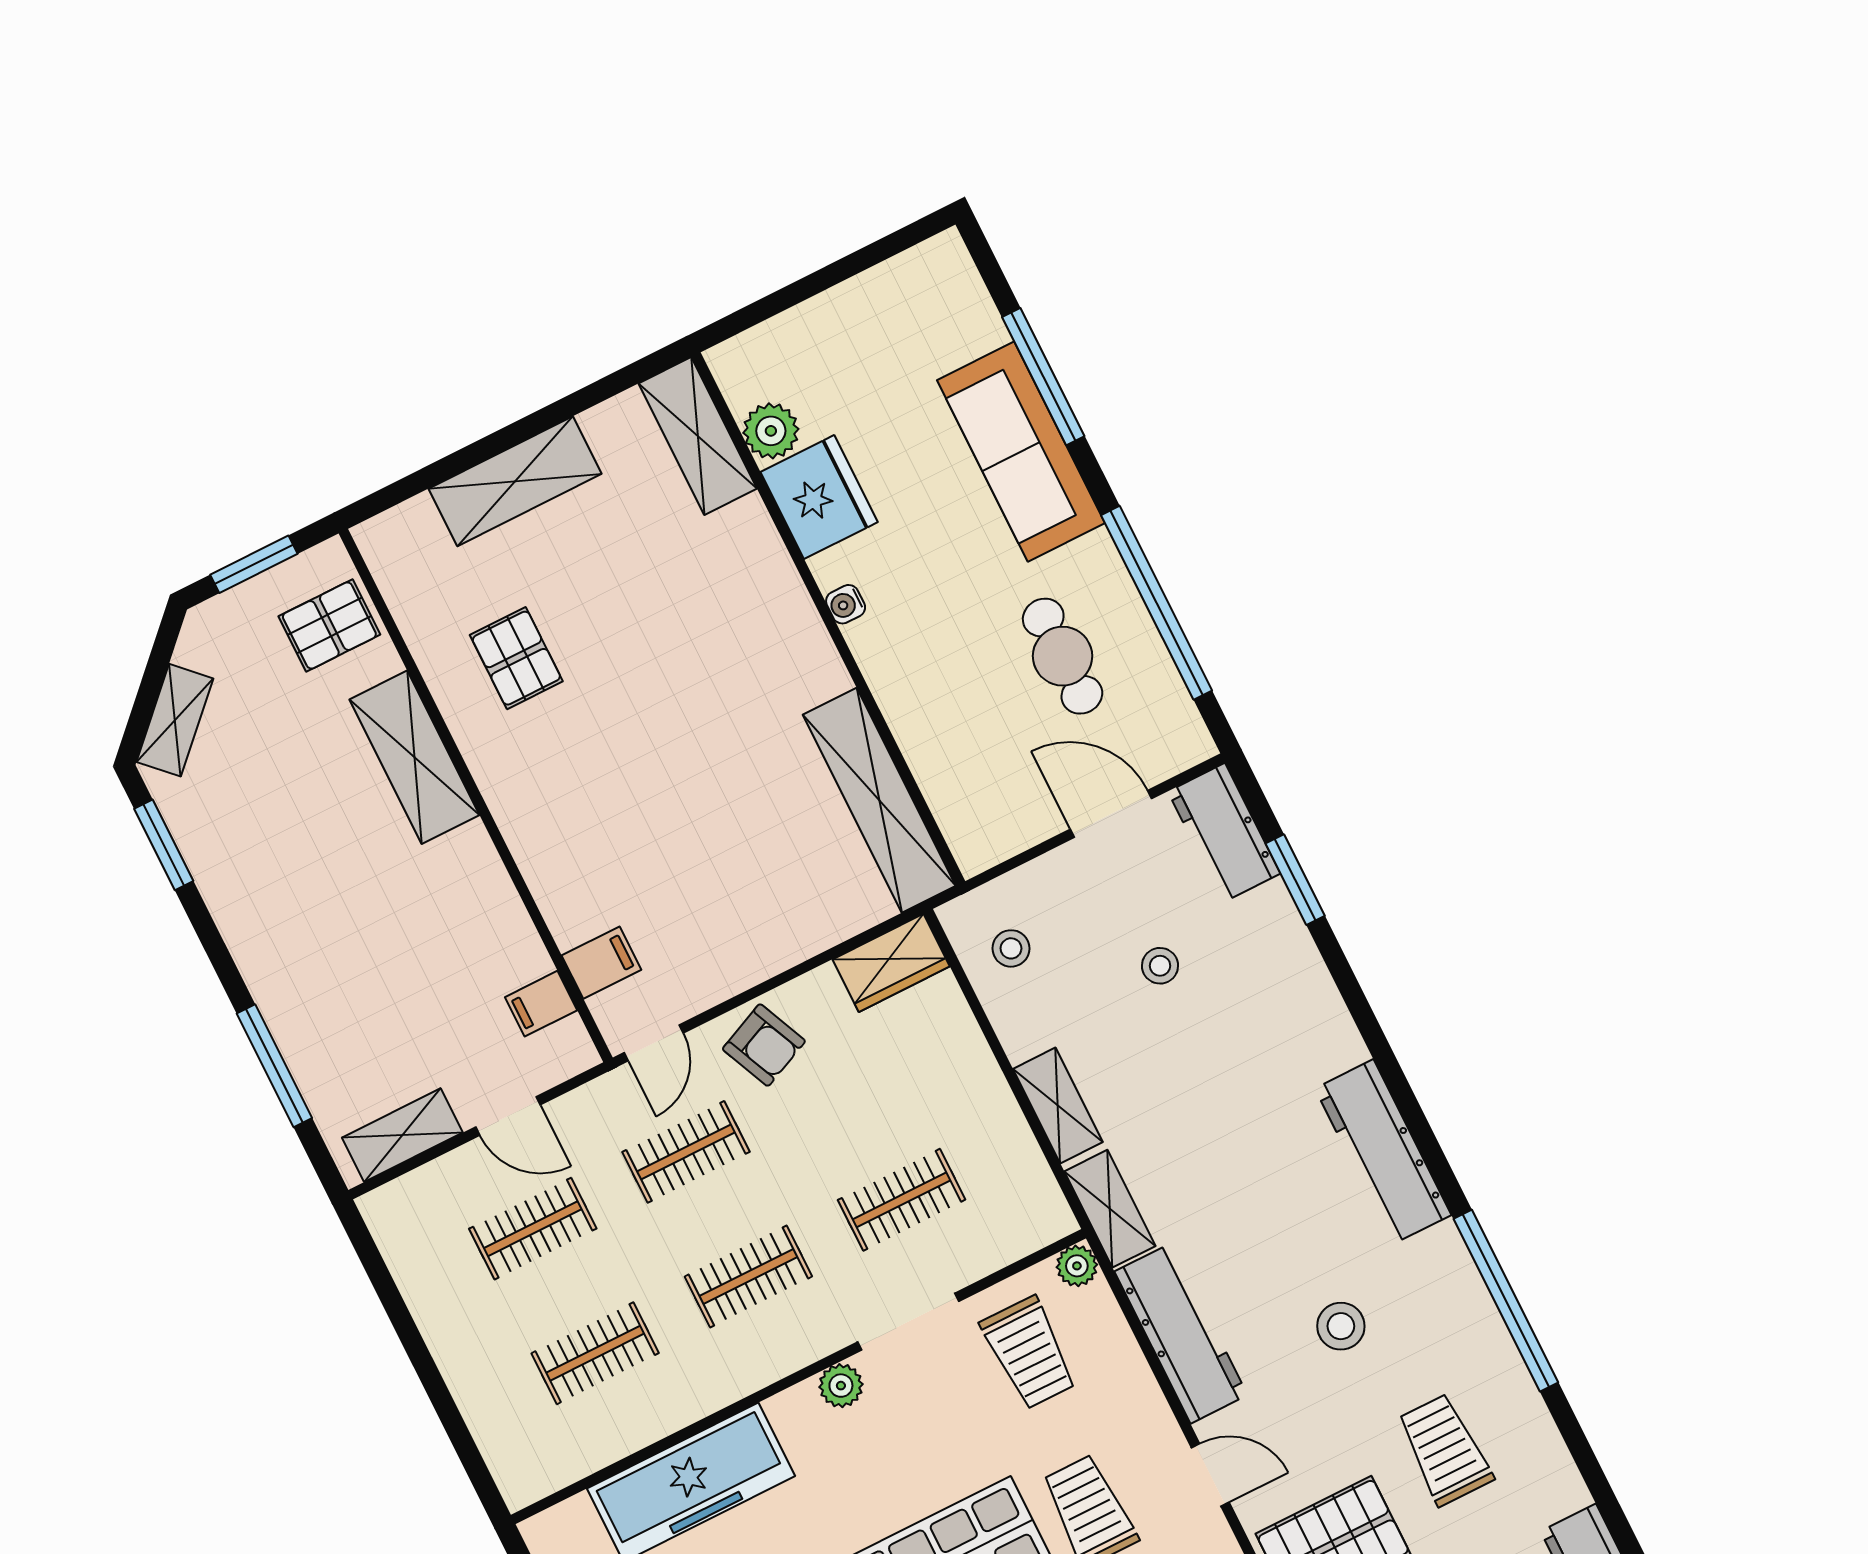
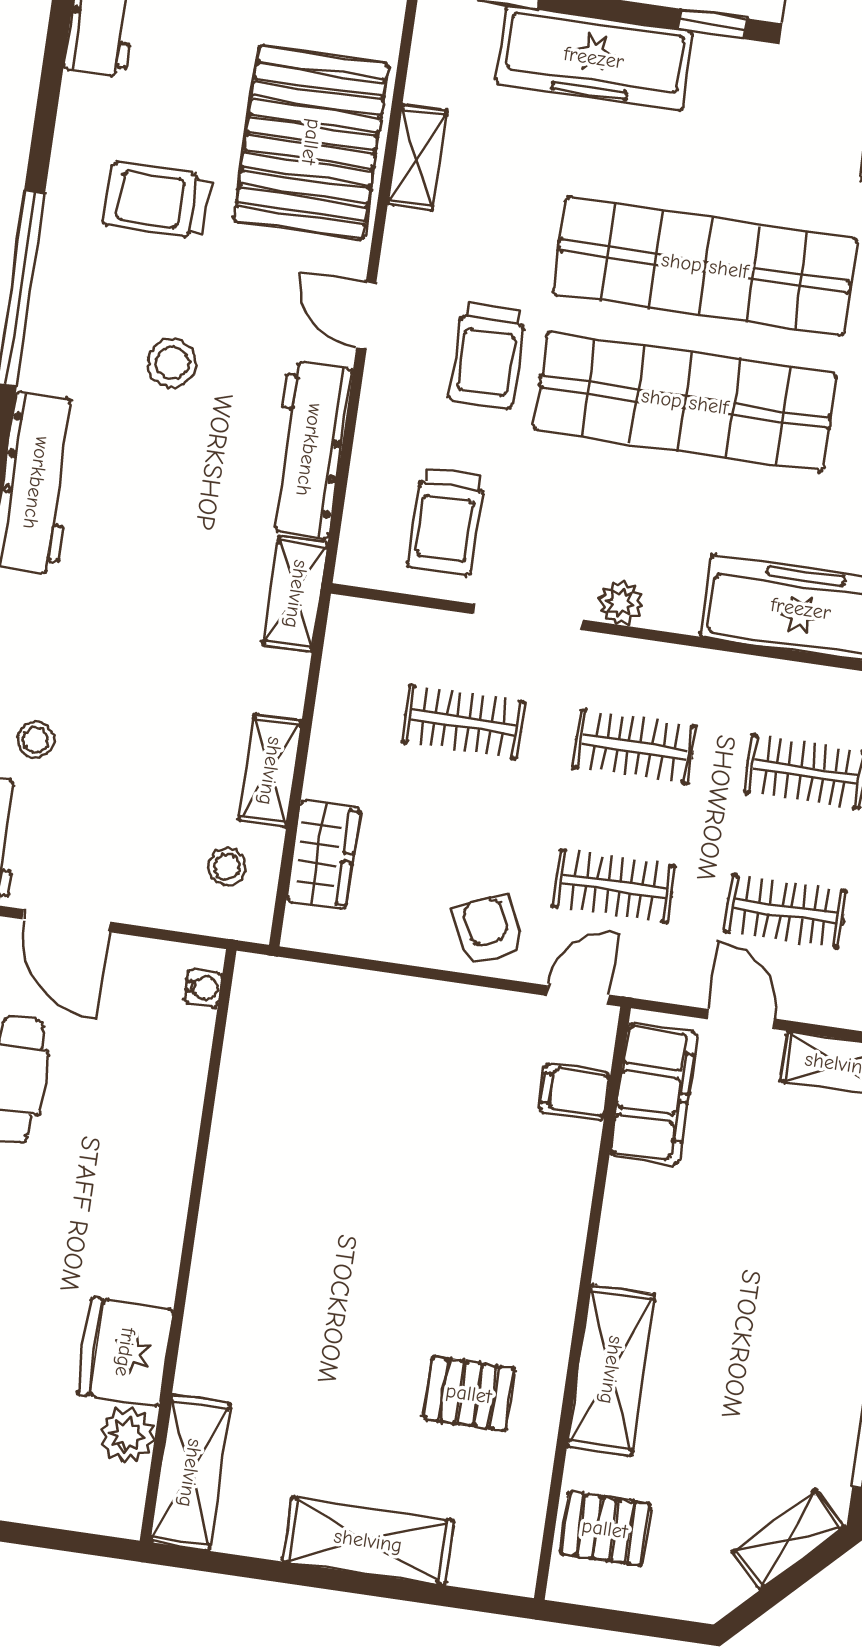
window: (254, 564) -> (632, 1623), removed
water cooler: (846, 604) -> (203, 988), moved
pallet: (516, 658) -> (469, 1394), turned 90
shelving: (879, 800) -> (251, 1066), removed
wardrobe: (891, 963) -> (323, 854), moved, turned 90
stool: (1160, 966) -> (36, 739), moved
filing cabinet: (541, 1004) -> (654, 1094), width x3.00, depth x1.17
shelving: (1058, 1106) -> (270, 771), moved
plant: (1077, 1266) -> (356, 566), removed
trolley: (1029, 1353) -> (446, 521), turned 180
trolley: (1445, 1450) -> (157, 201), turned 90

